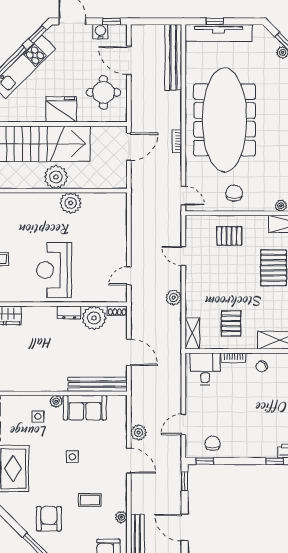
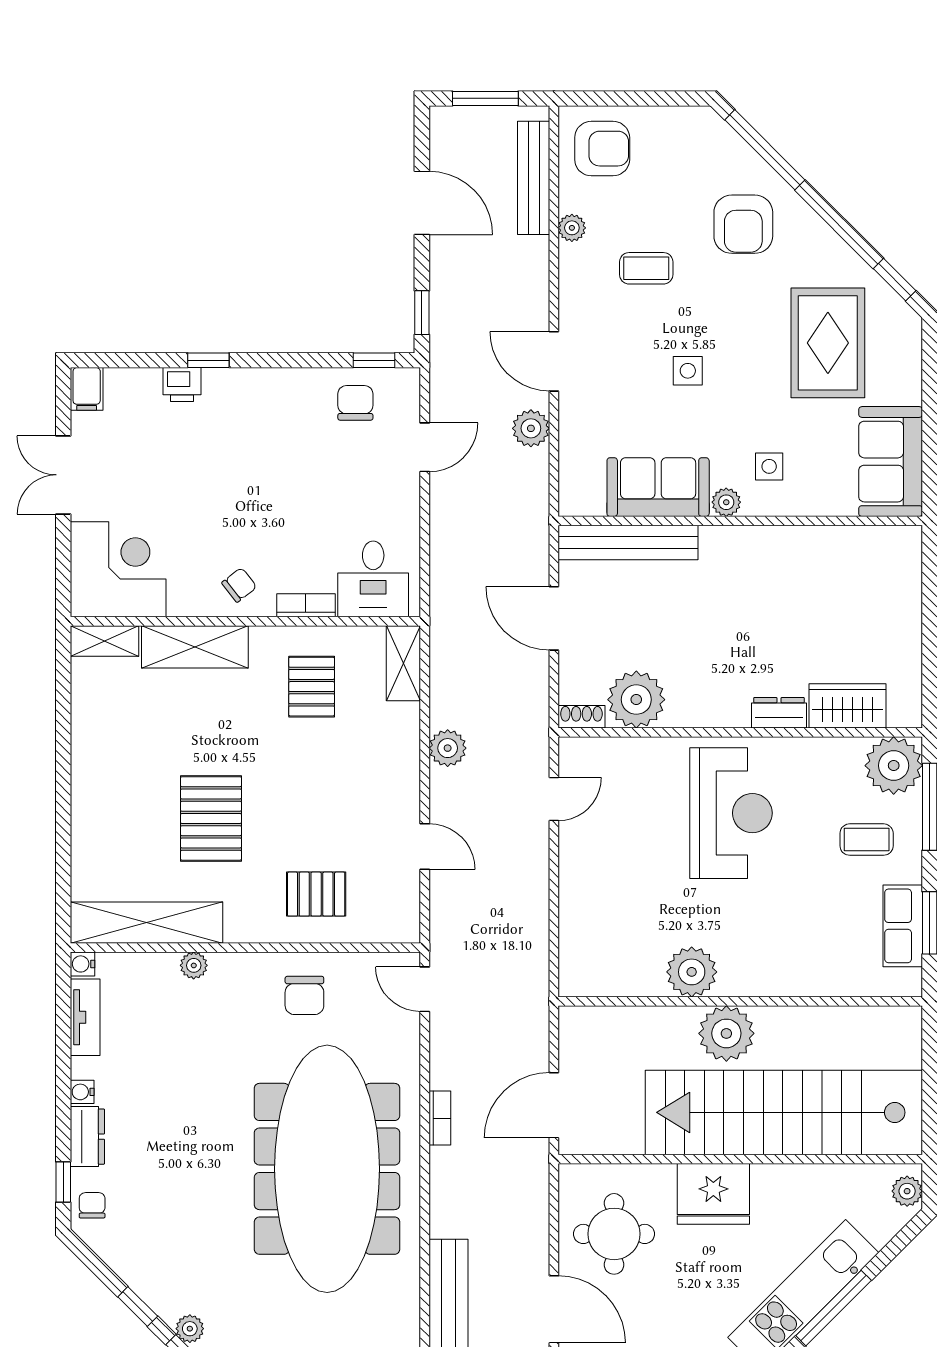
dresser: (69, 312) -> (779, 713), moved
chair: (213, 443) -> (355, 403), turned 180

